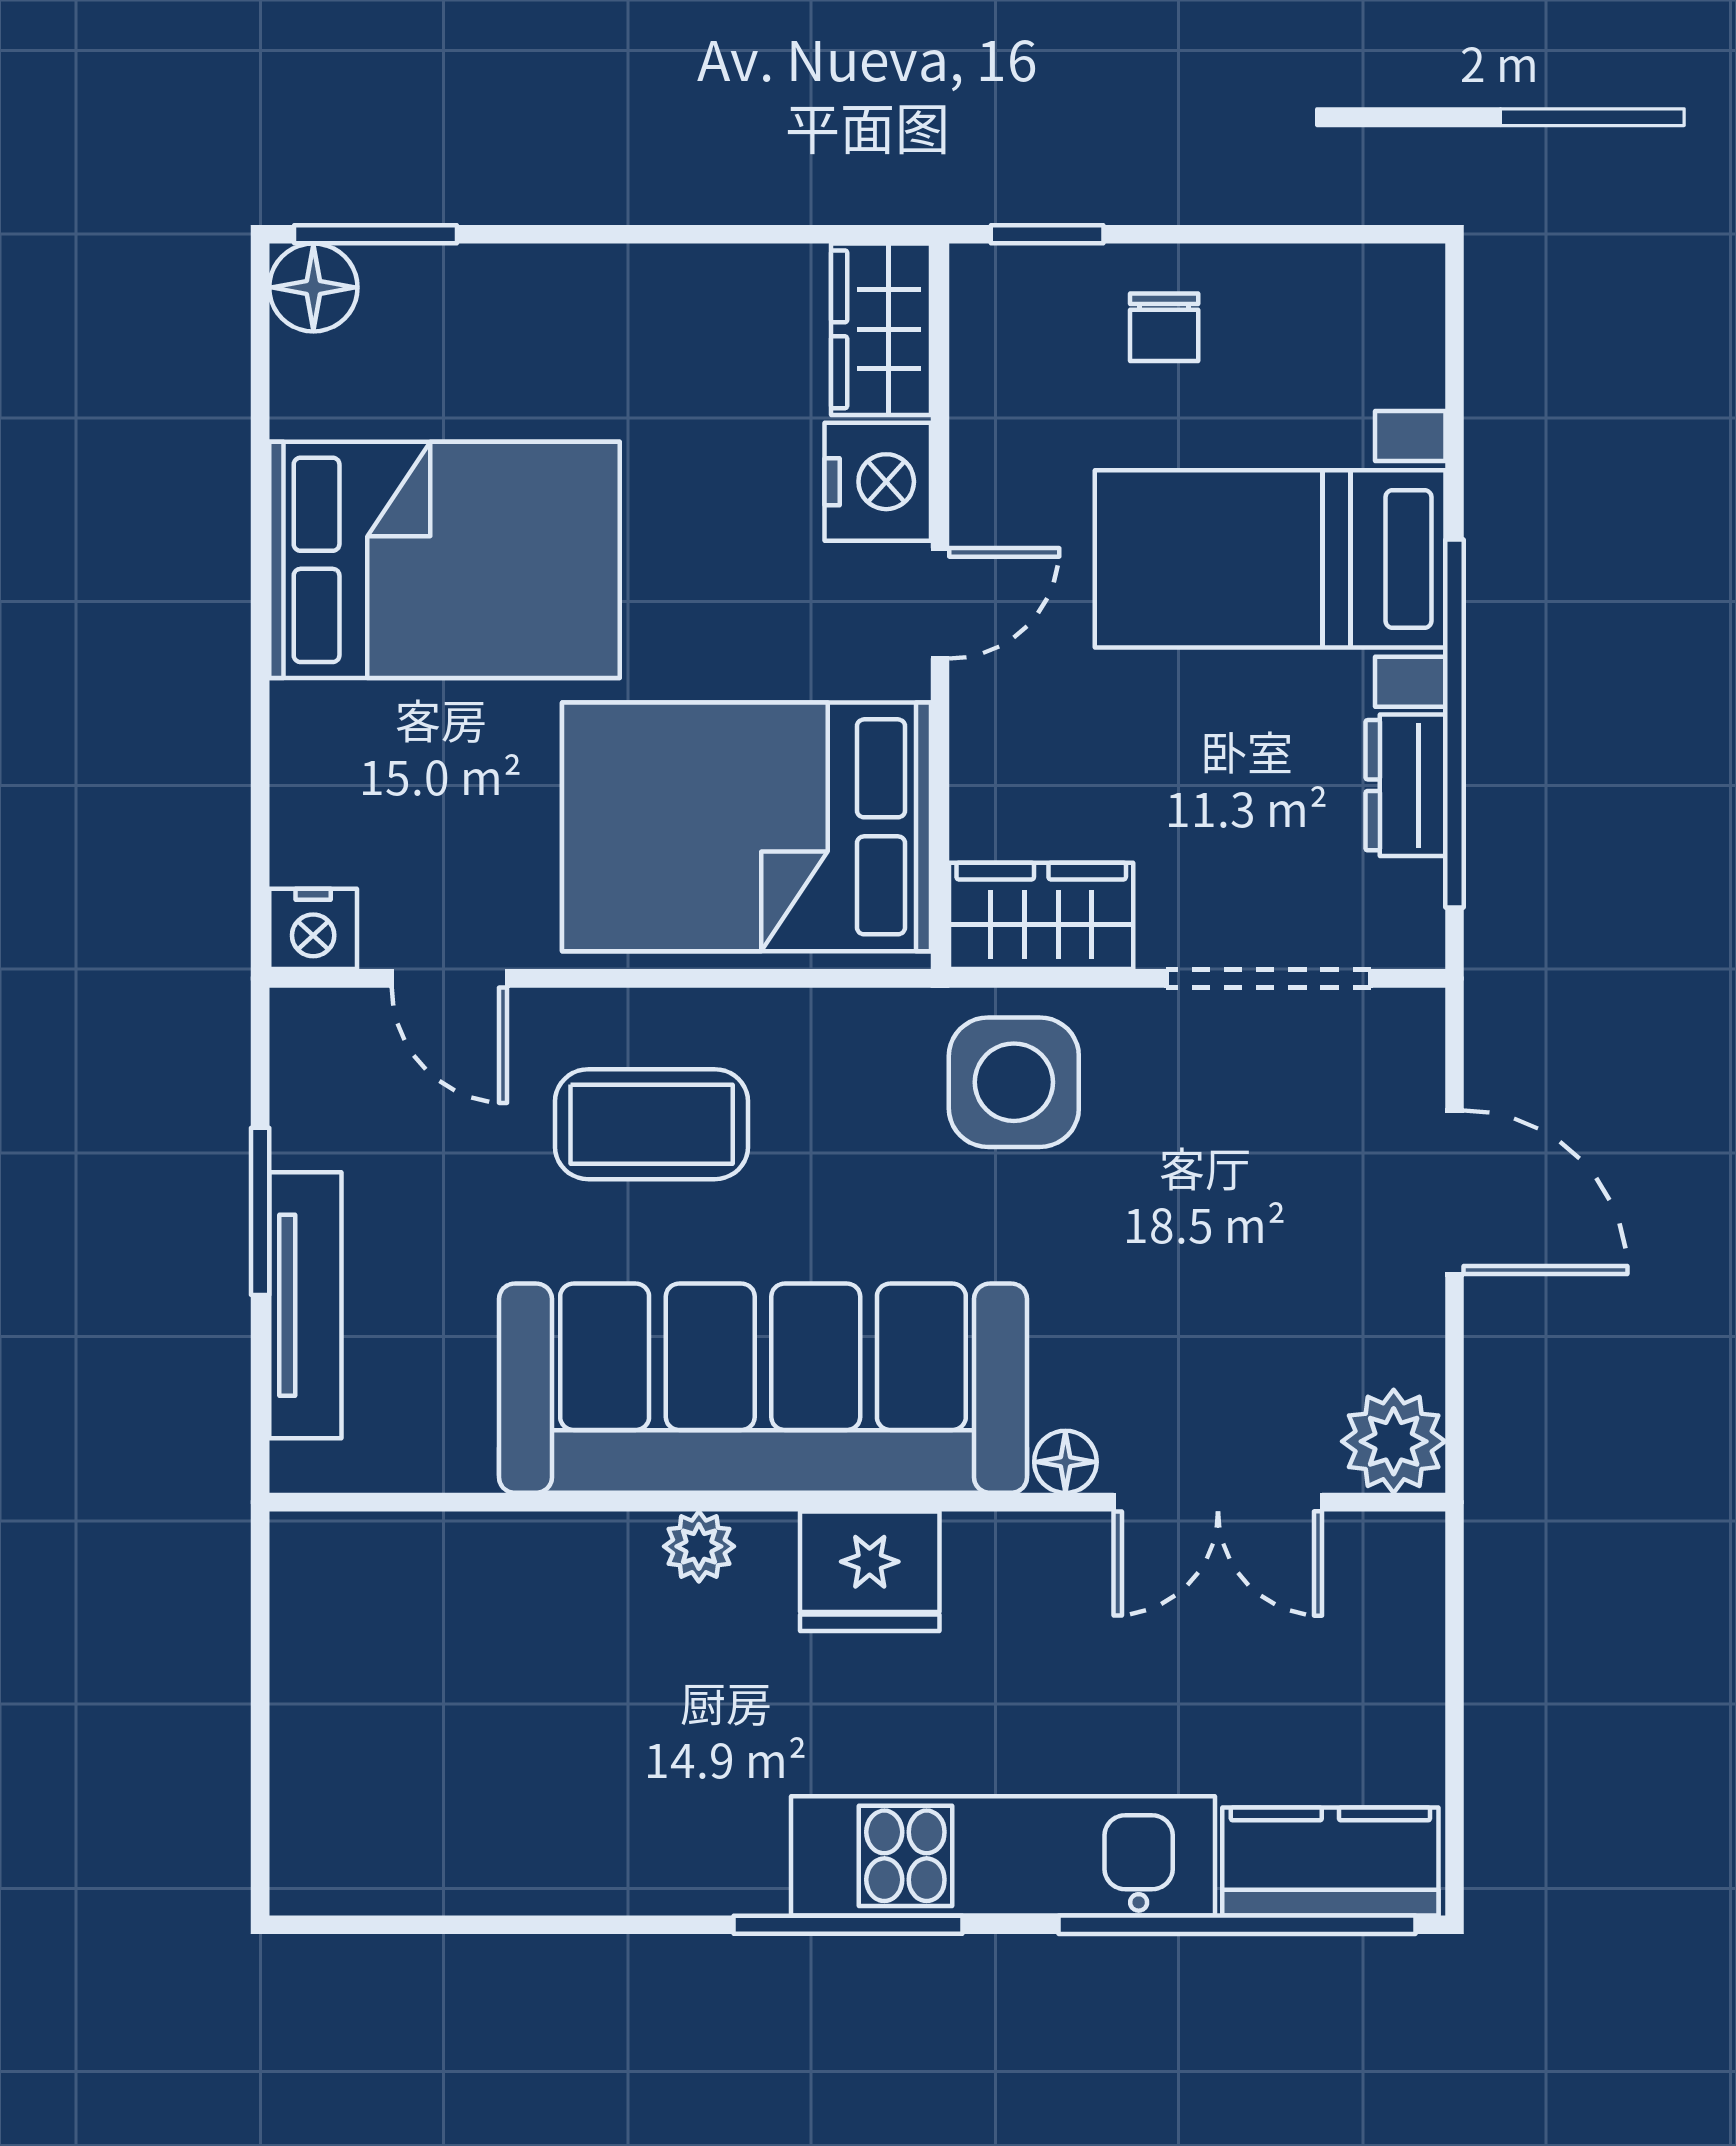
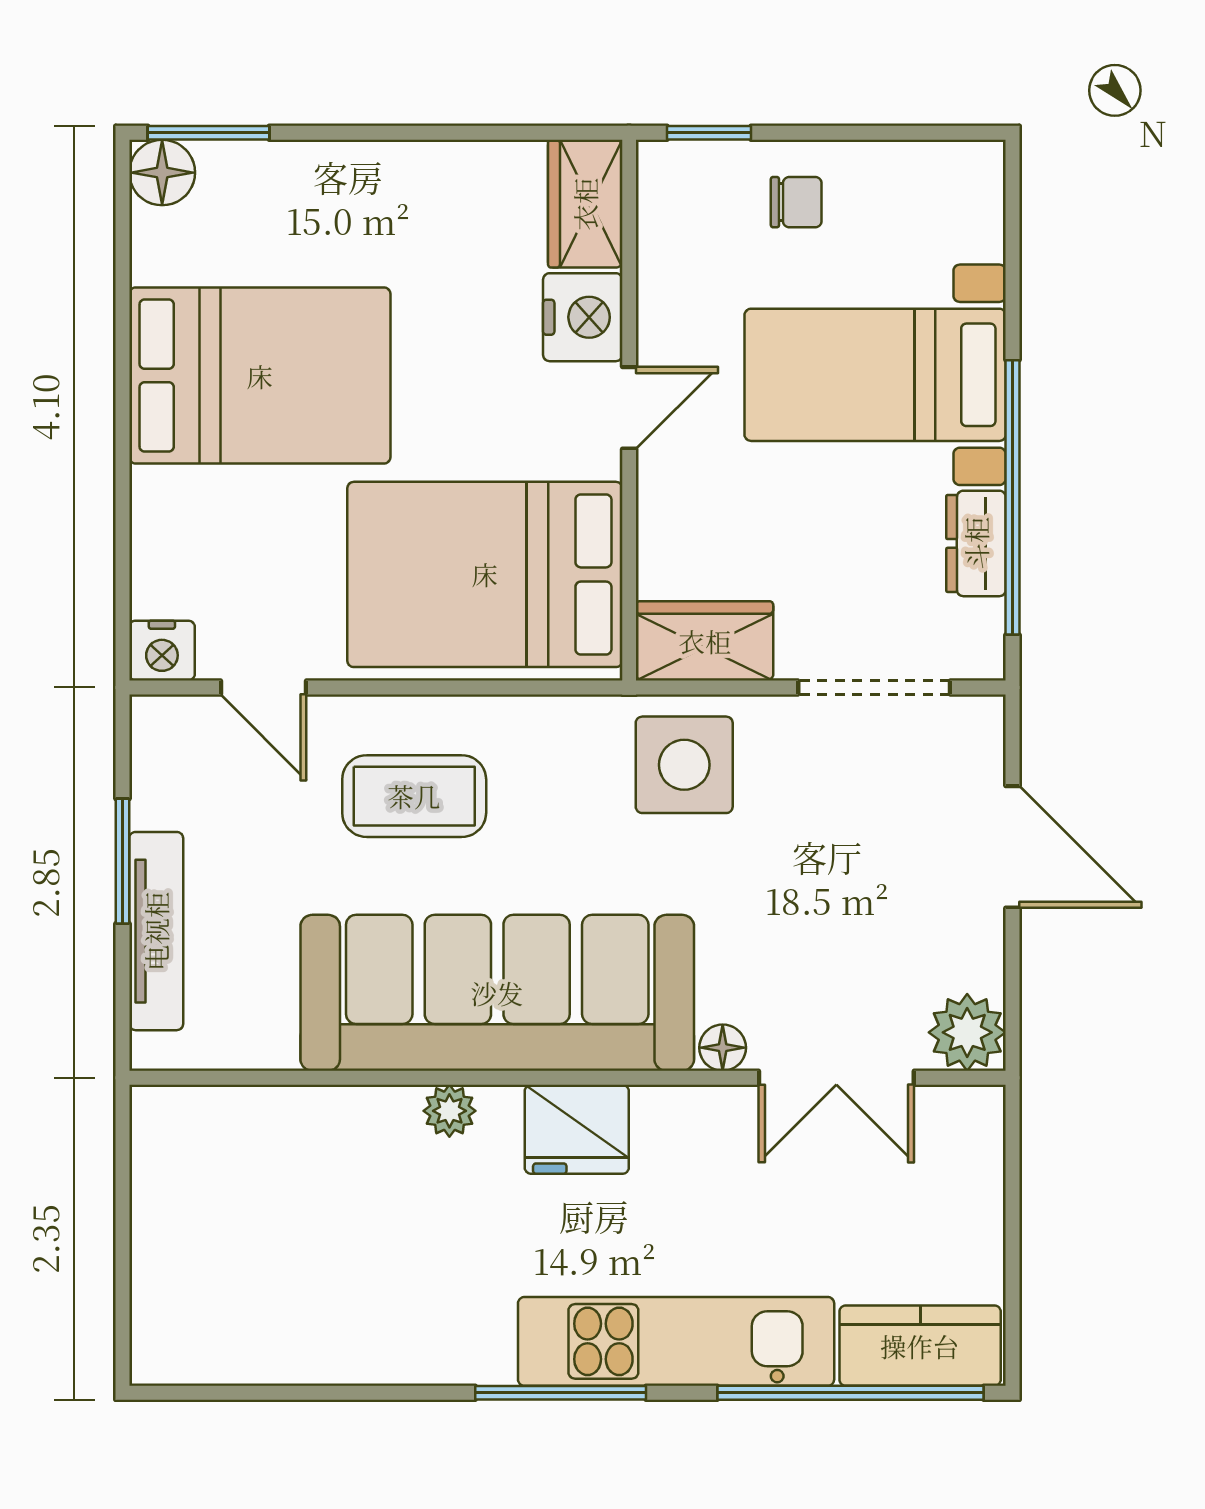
chair: (1164, 327) -> (796, 202), turned -90

